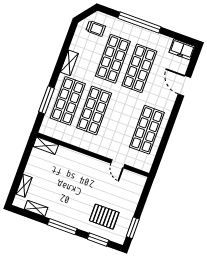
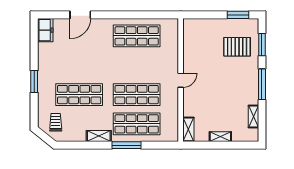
window: (139, 22) -> (34, 81), width x0.47
shop shelf: (139, 68) -> (79, 65), removed
window: (46, 100) -> (127, 145), moved
door: (118, 164) -> (181, 80), moved
shelving: (24, 186) -> (220, 137), moved
pallet: (104, 217) -> (237, 47), turned 90

